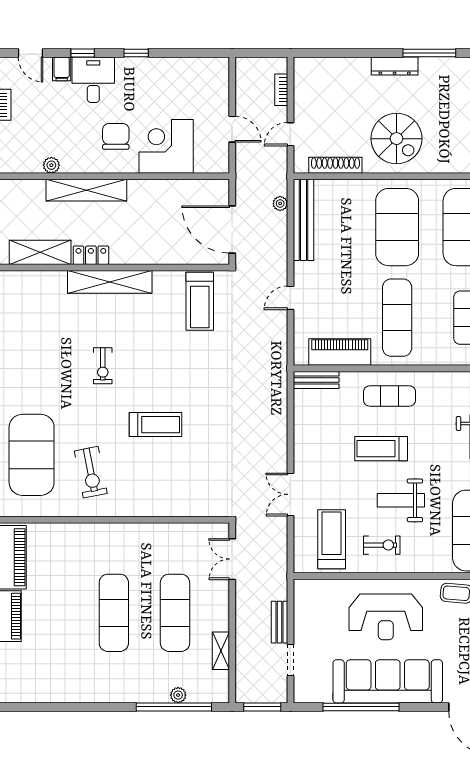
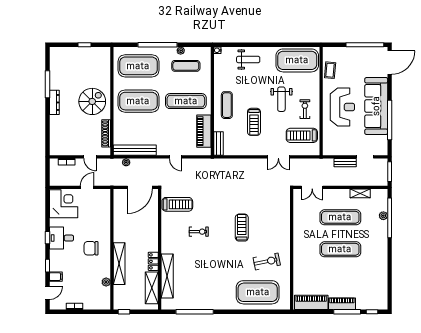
desk: (93, 80) -> (61, 238), moved
corner desk: (166, 146) -> (64, 204), moved, turned 180
shelving: (110, 282) -> (167, 276), moved
exercise bike: (103, 366) -> (199, 232), moved
treadmill: (381, 449) -> (254, 122), moved

